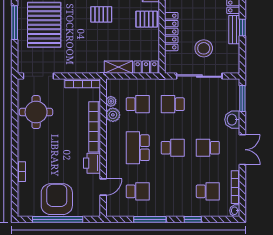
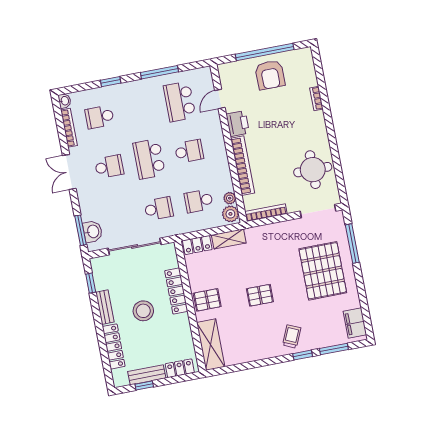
window: (15, 23) -> (352, 244), moved
window: (242, 28) -> (91, 283), moved
stool: (204, 48) -> (143, 311), moved
plant: (113, 115) -> (230, 214), moved
washbasin: (232, 120) -> (93, 232), moved
school desk: (138, 148) -> (189, 151), width x0.54
school desk: (173, 148) -> (149, 159), width x1.85
school desk: (138, 191) -> (180, 102), width x1.85
armchair: (57, 199) -> (270, 75), width x0.73, depth x0.73

